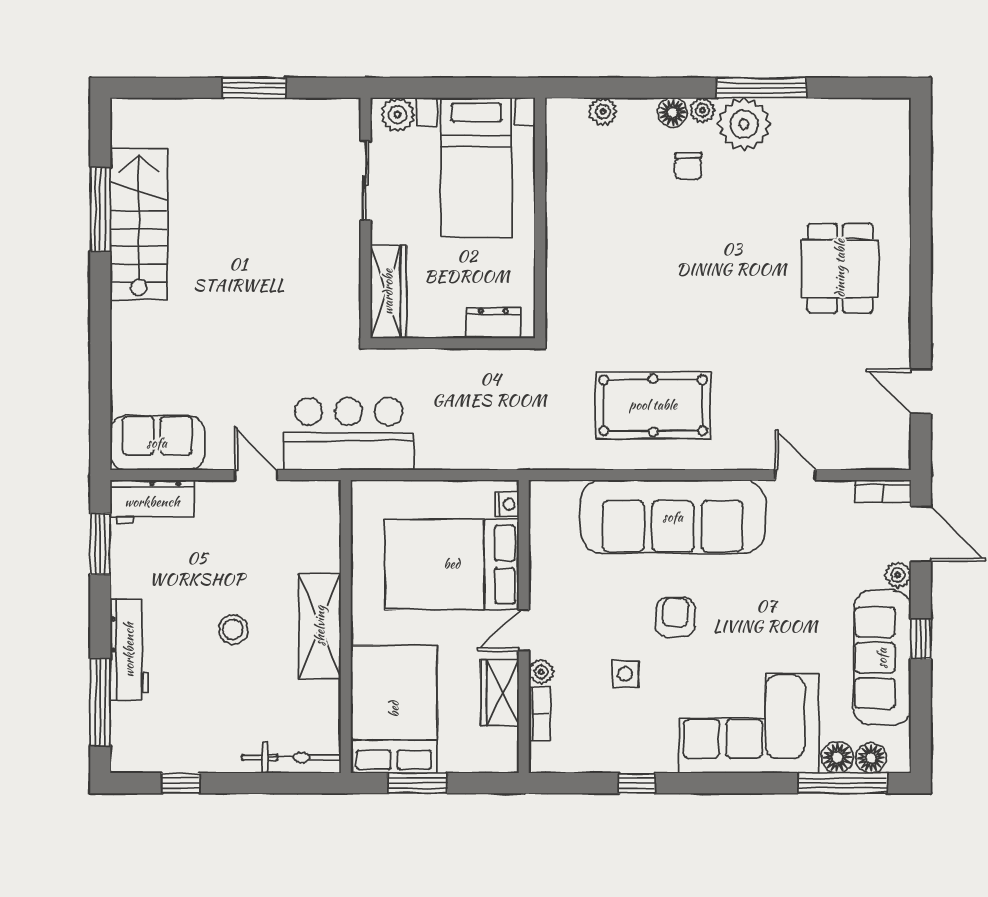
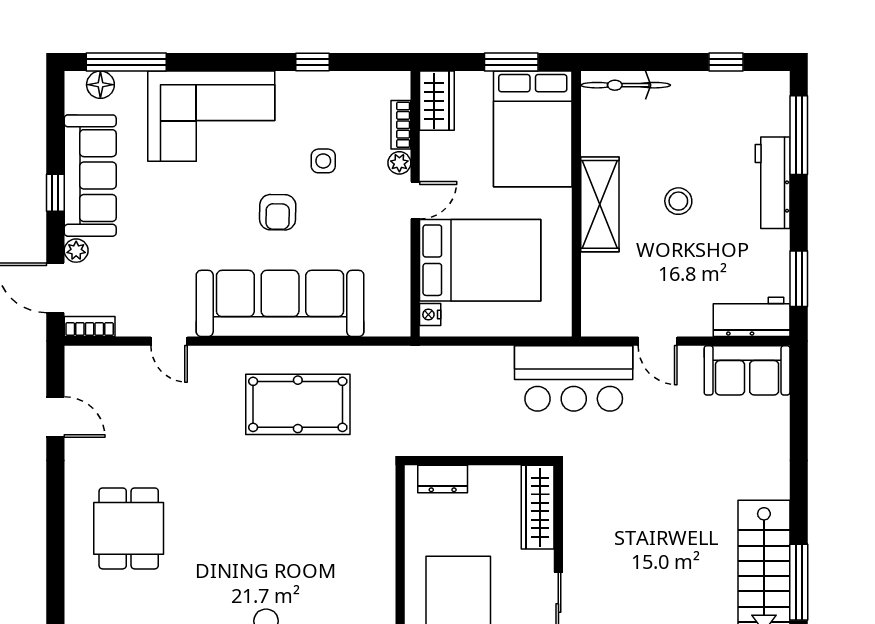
wardrobe: (500, 693) -> (437, 101), moved
floor lamp: (837, 757) -> (131, 85), removed

